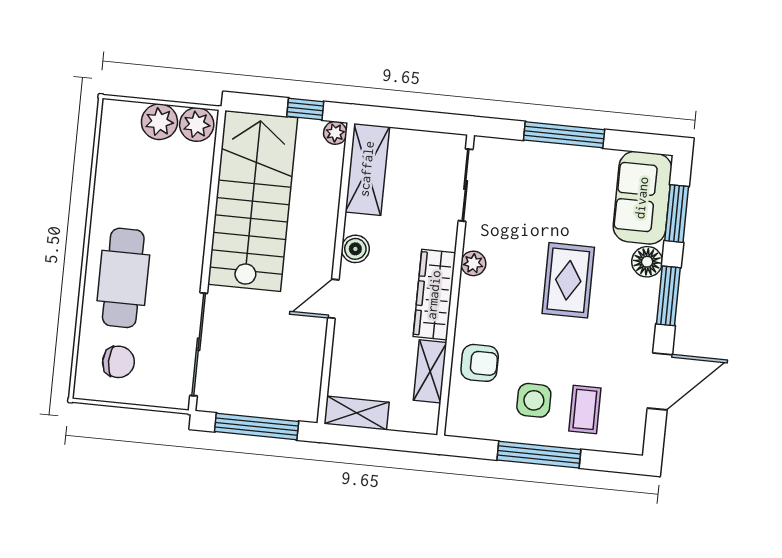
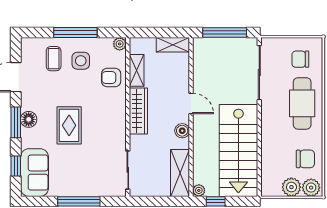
plant: (197, 125) -> (311, 188), moved
chair: (128, 172) -> (305, 159), added
window: (677, 214) -> (16, 166), width x0.67
floor lamp: (647, 262) -> (29, 119), moved
plant: (473, 263) -> (120, 44), moved
door: (333, 299) -> (191, 103), hinge flipped

